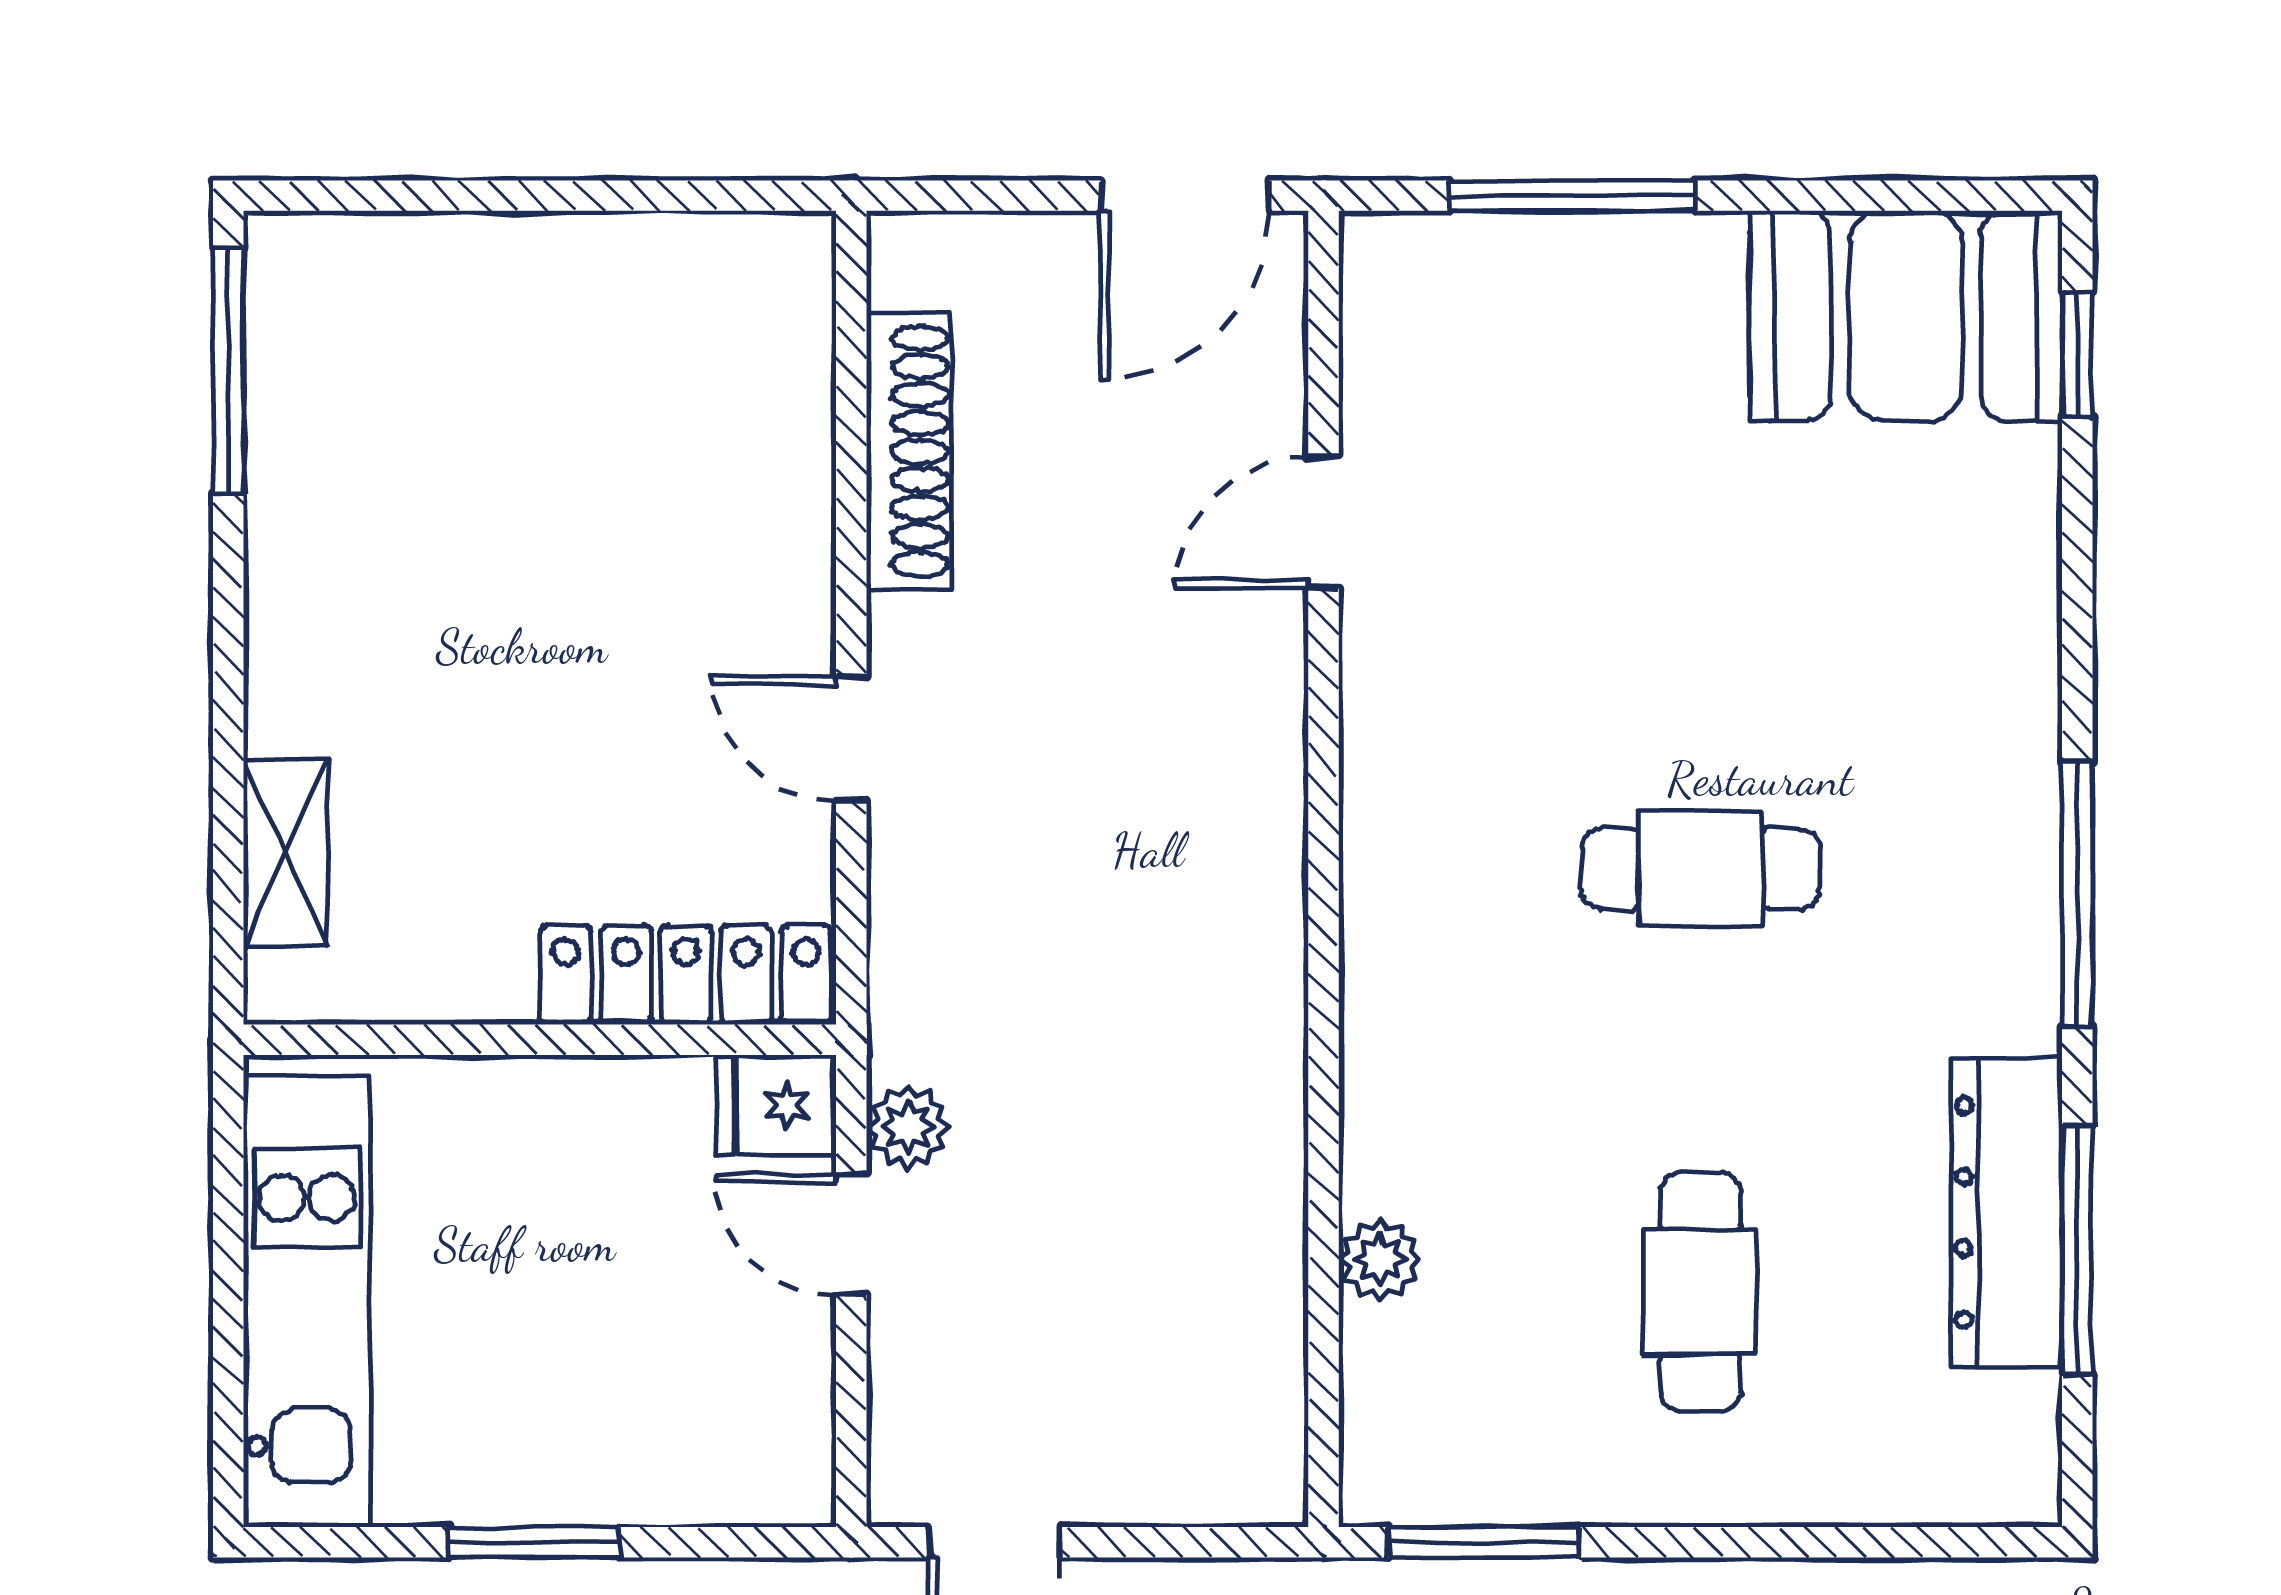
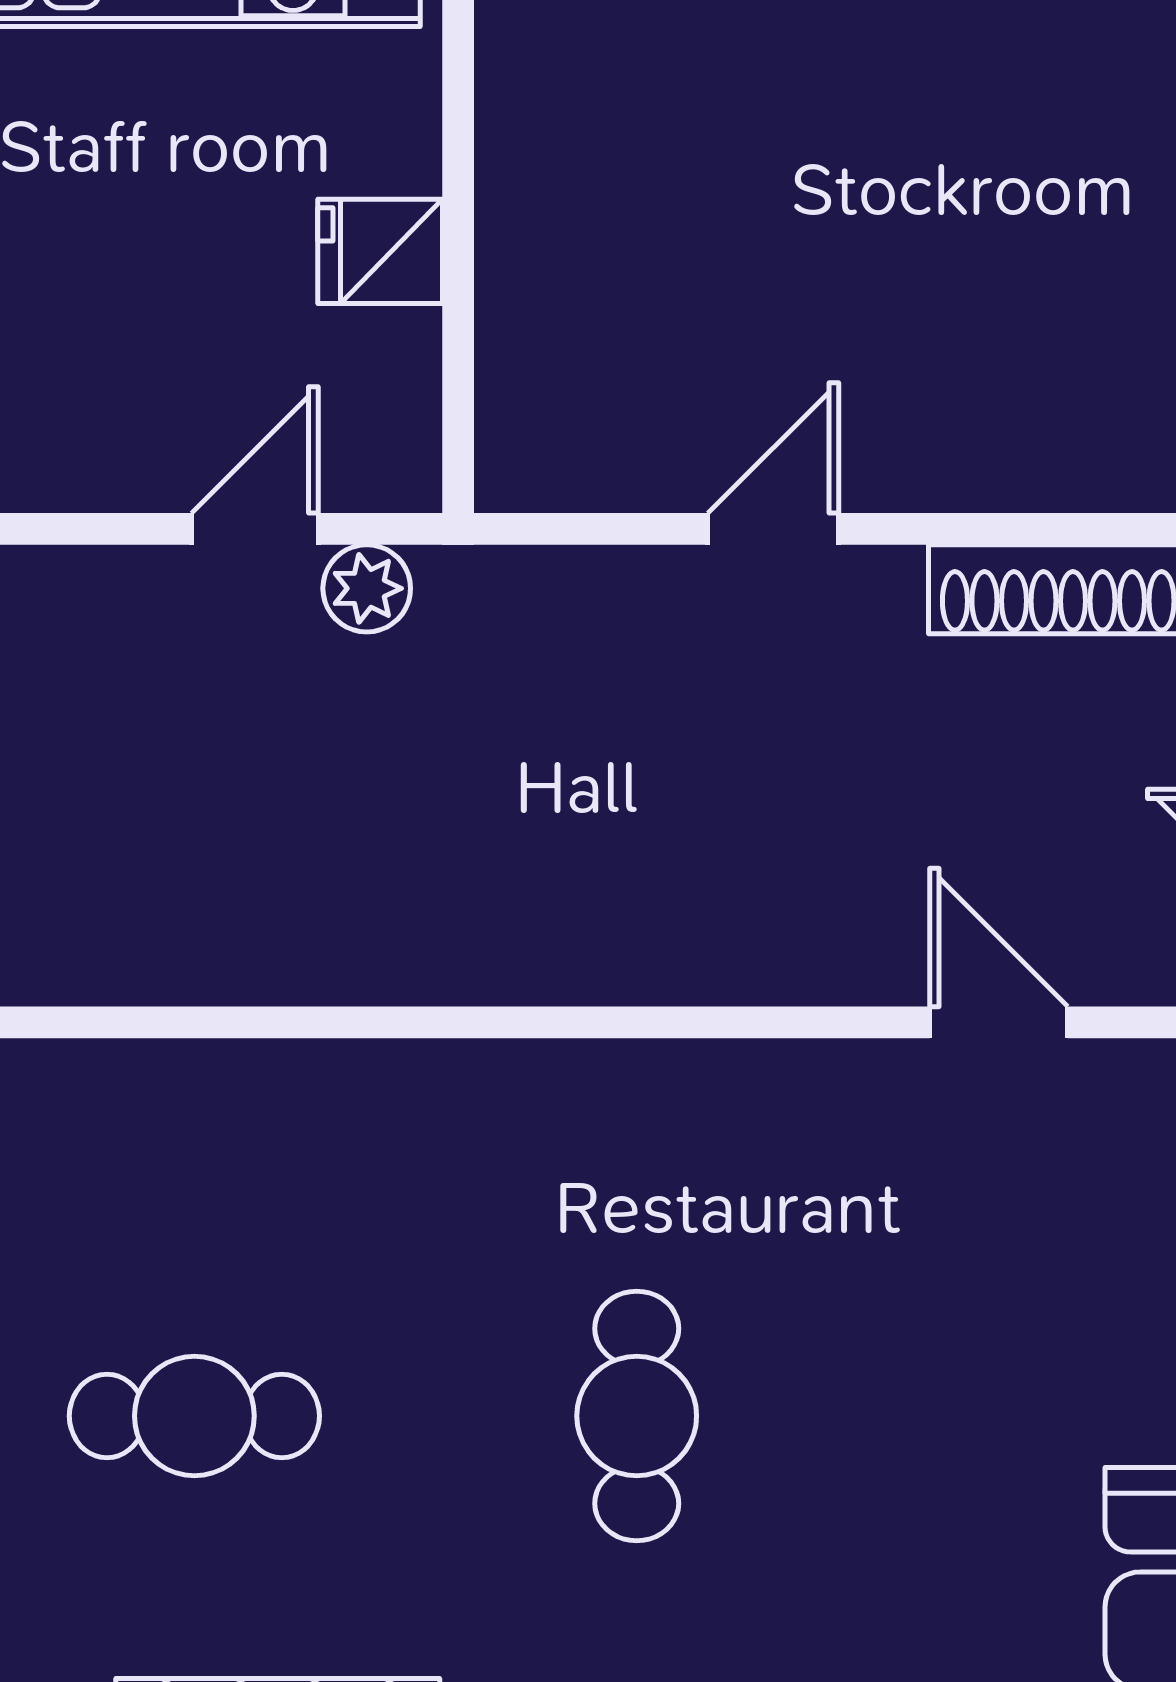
locker: (686, 975) -> (526, 356), removed
fridge: (777, 1105) -> (380, 251), moved, turned -90
plant: (1380, 1259) -> (229, 1081), removed

